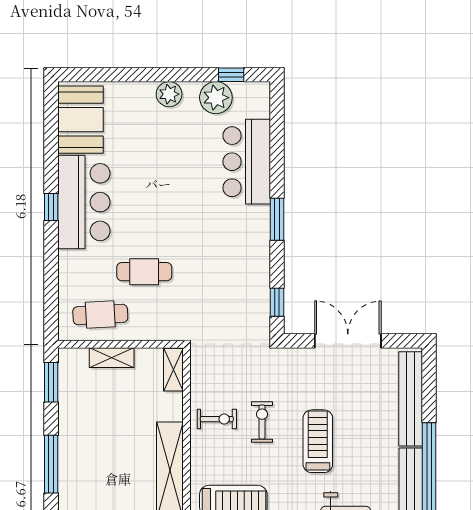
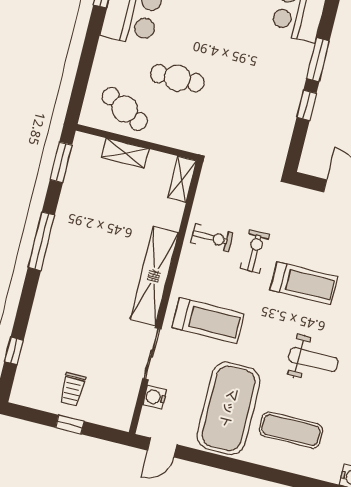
window: (277, 302) -> (307, 105), moved
cafe table: (100, 315) -> (125, 109), turned 31
treadmill: (318, 441) -> (304, 283), turned 90

